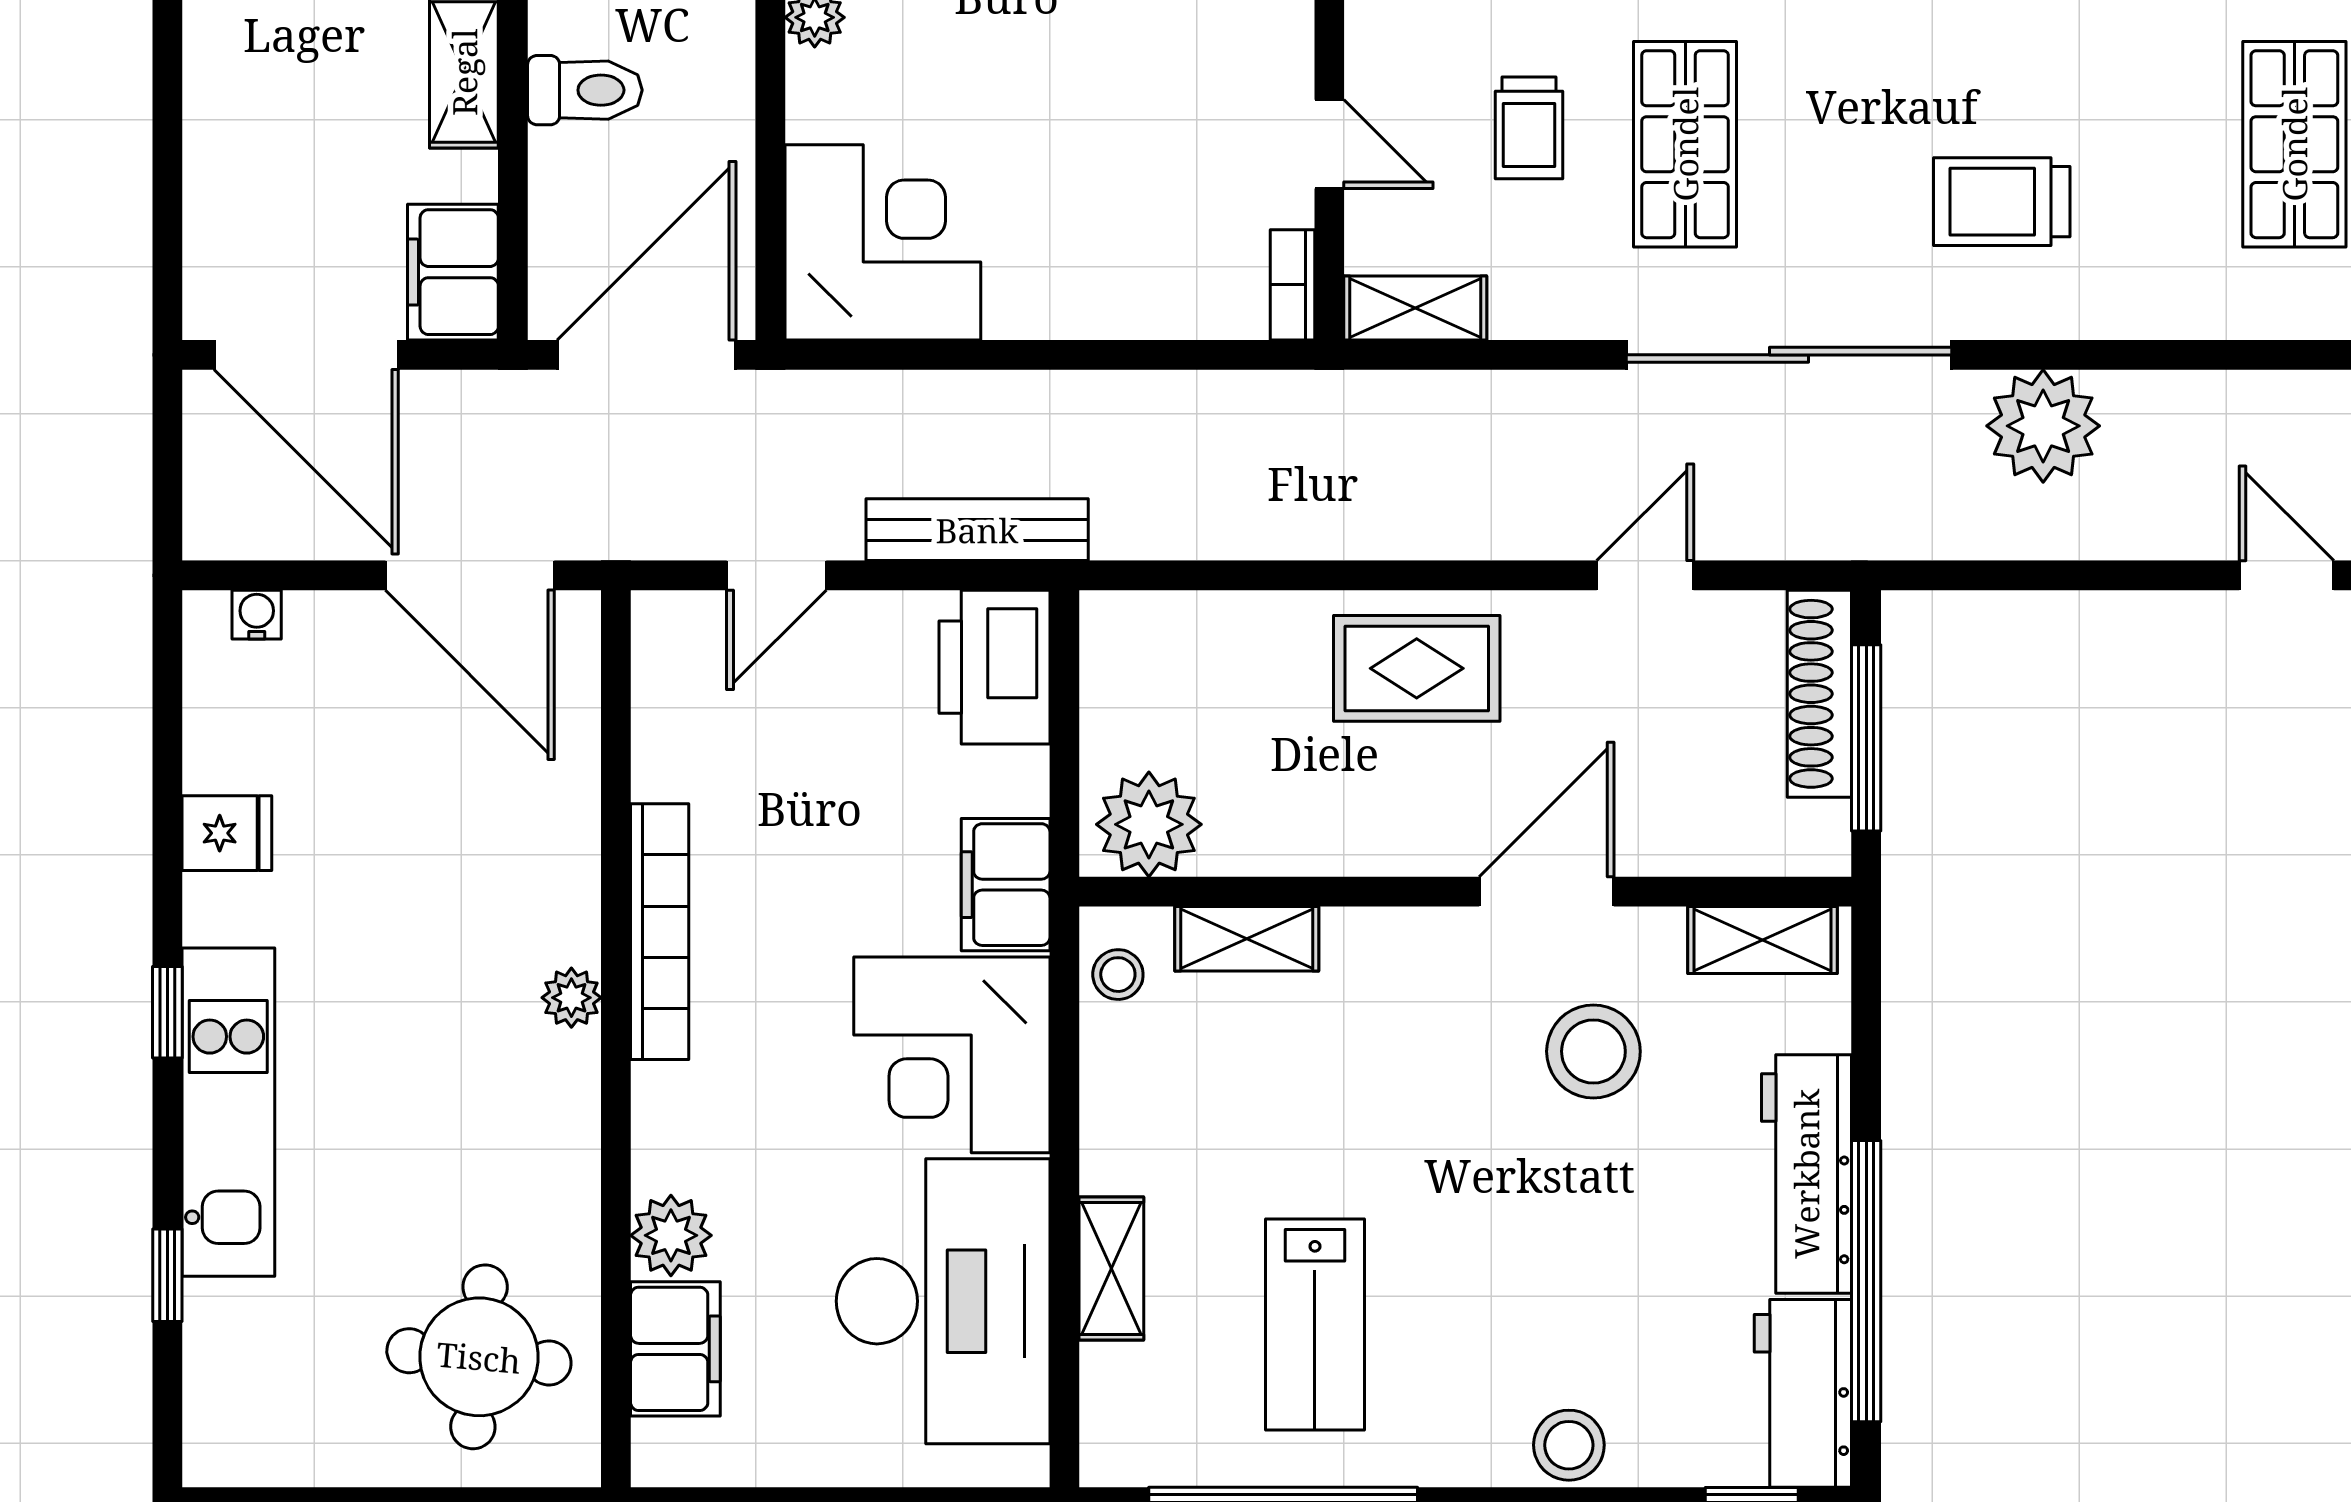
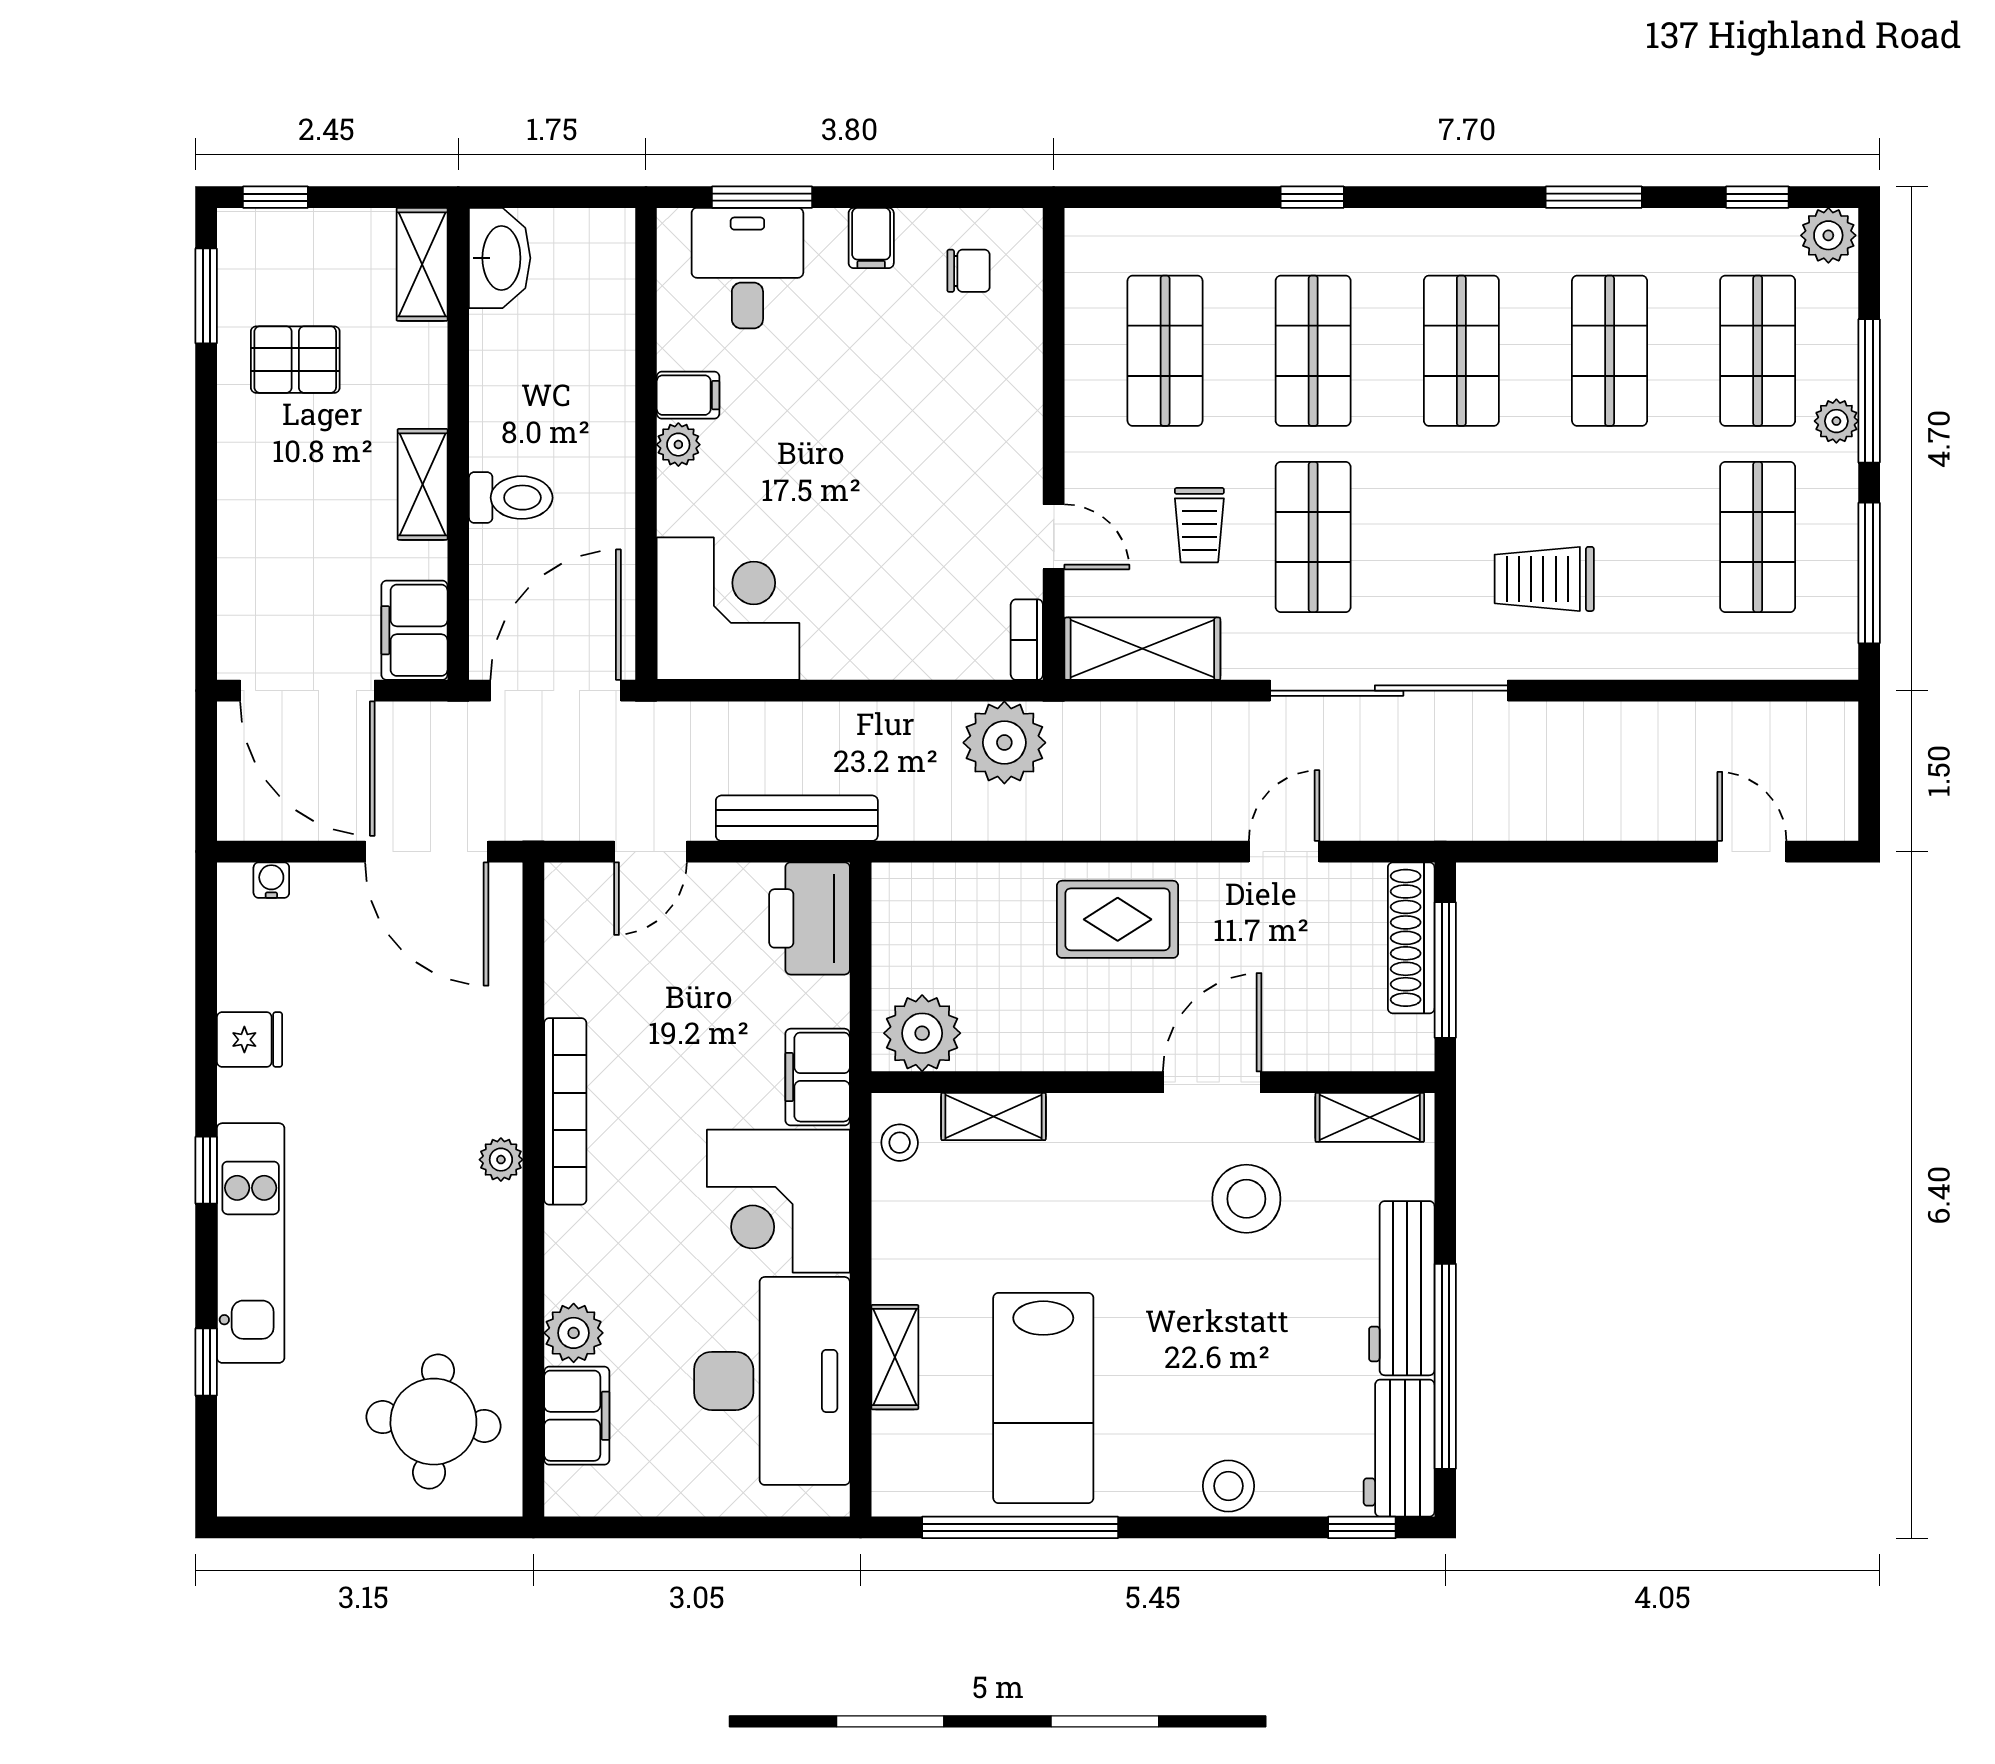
shelving: (1415, 308) -> (1142, 649), width x1.50, depth x1.33
plant: (2043, 426) -> (1004, 743), moved
lab bench: (1315, 1325) -> (1043, 1398), width x1.36, depth x1.39

